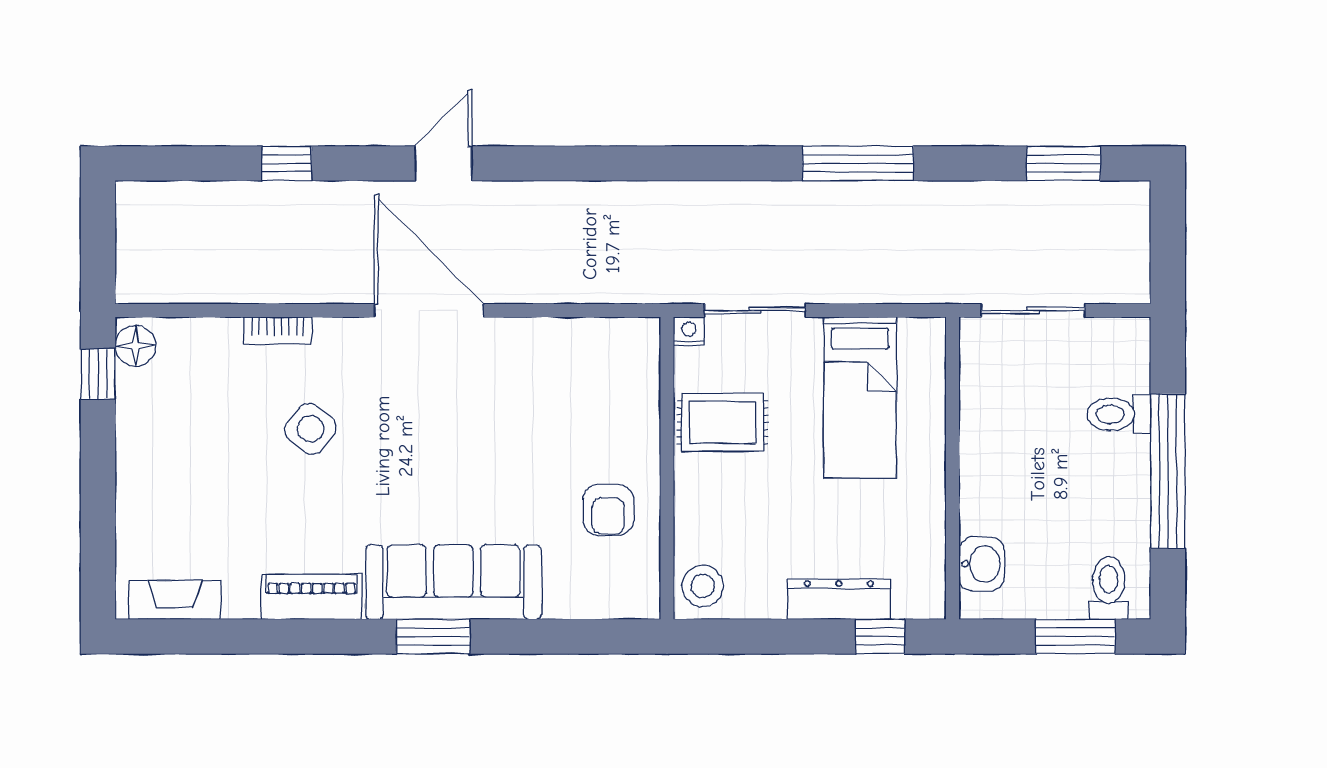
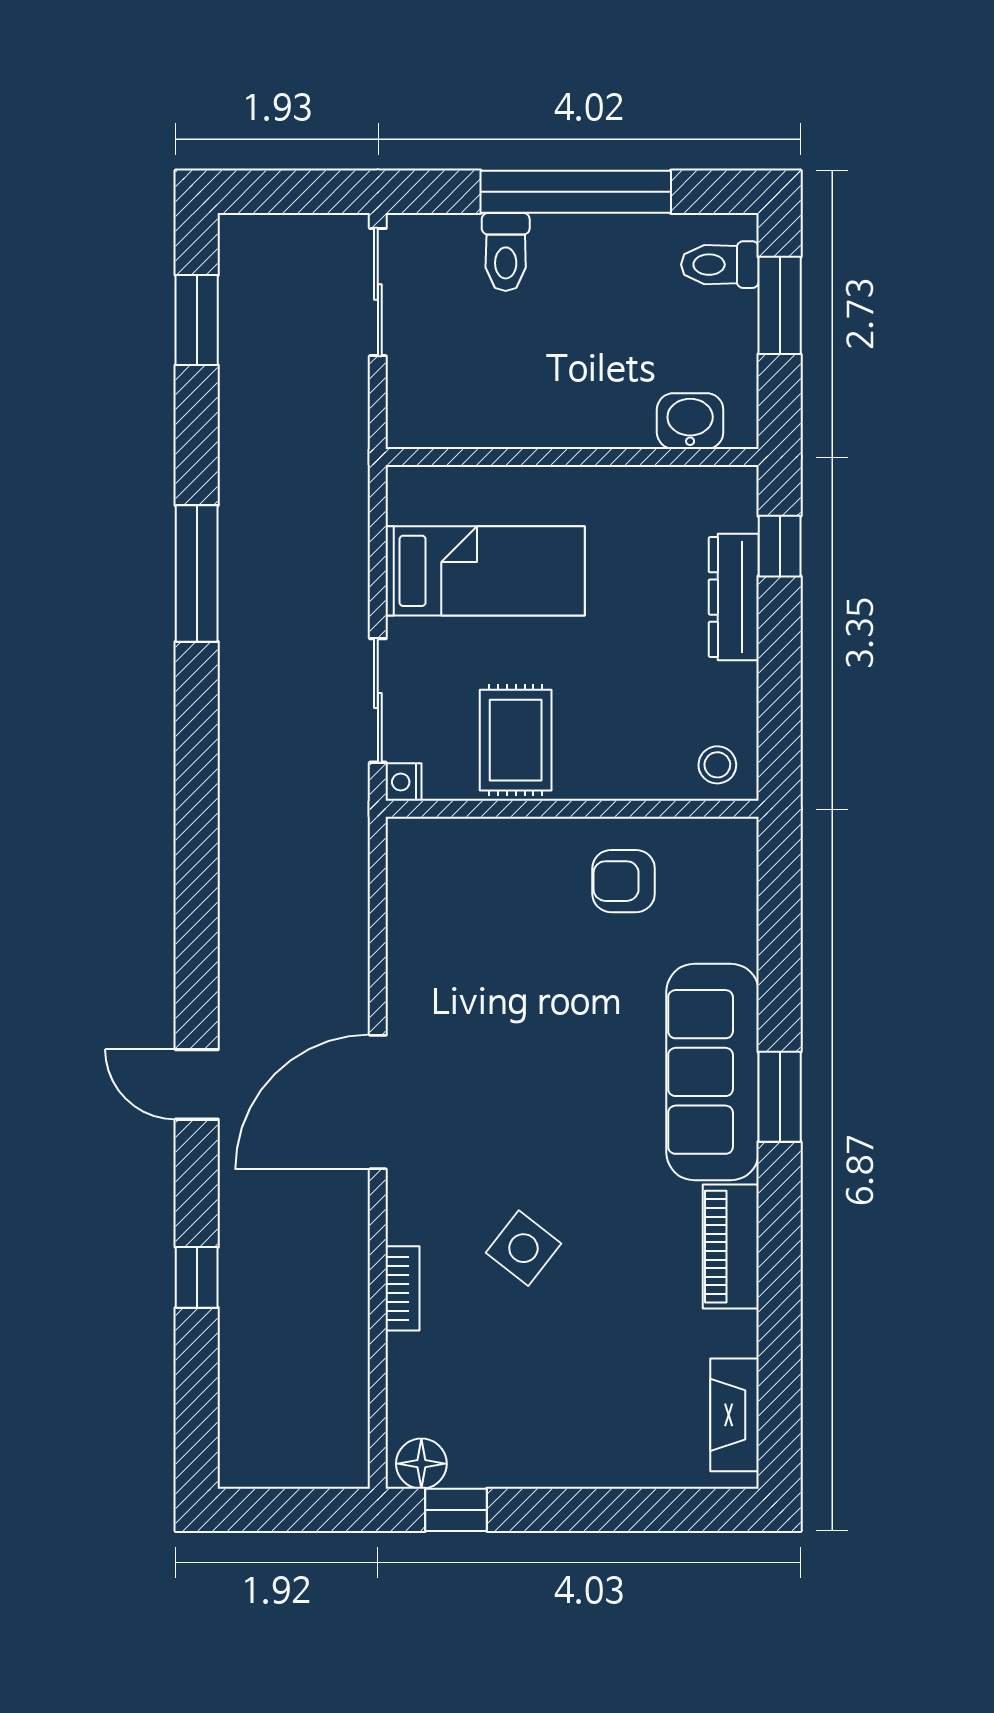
sliding door: (1033, 310) -> (378, 292), moved
armchair: (608, 510) -> (624, 881), turned 180
stool: (703, 586) -> (717, 765), width x0.73, depth x0.73

